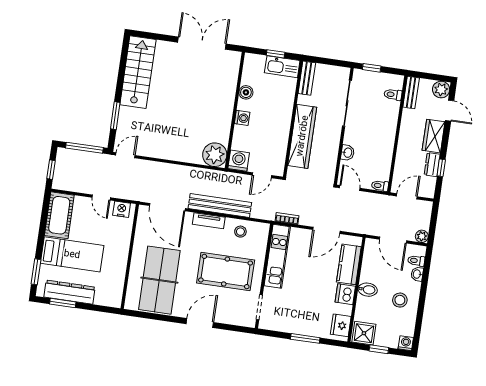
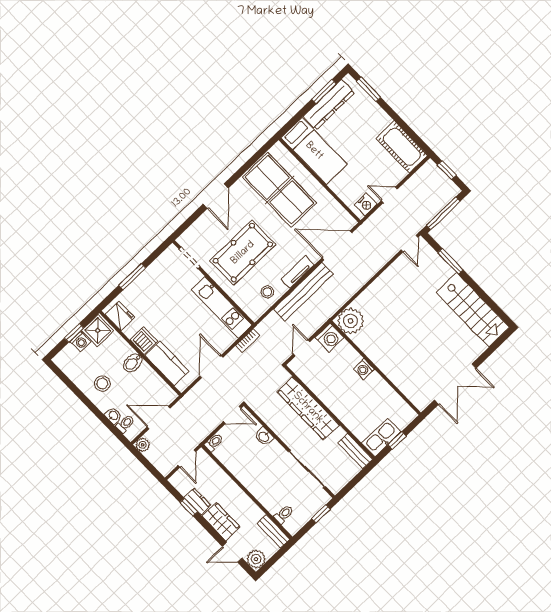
boiler: (246, 92) -> (383, 389), removed
bed: (72, 254) -> (314, 151), moved, turned -90
washing machine: (406, 343) -> (80, 342), moved

